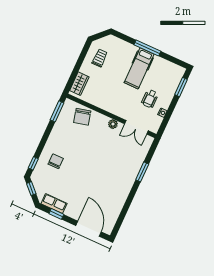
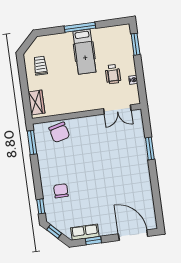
plant: (113, 124) -> (93, 121), removed

